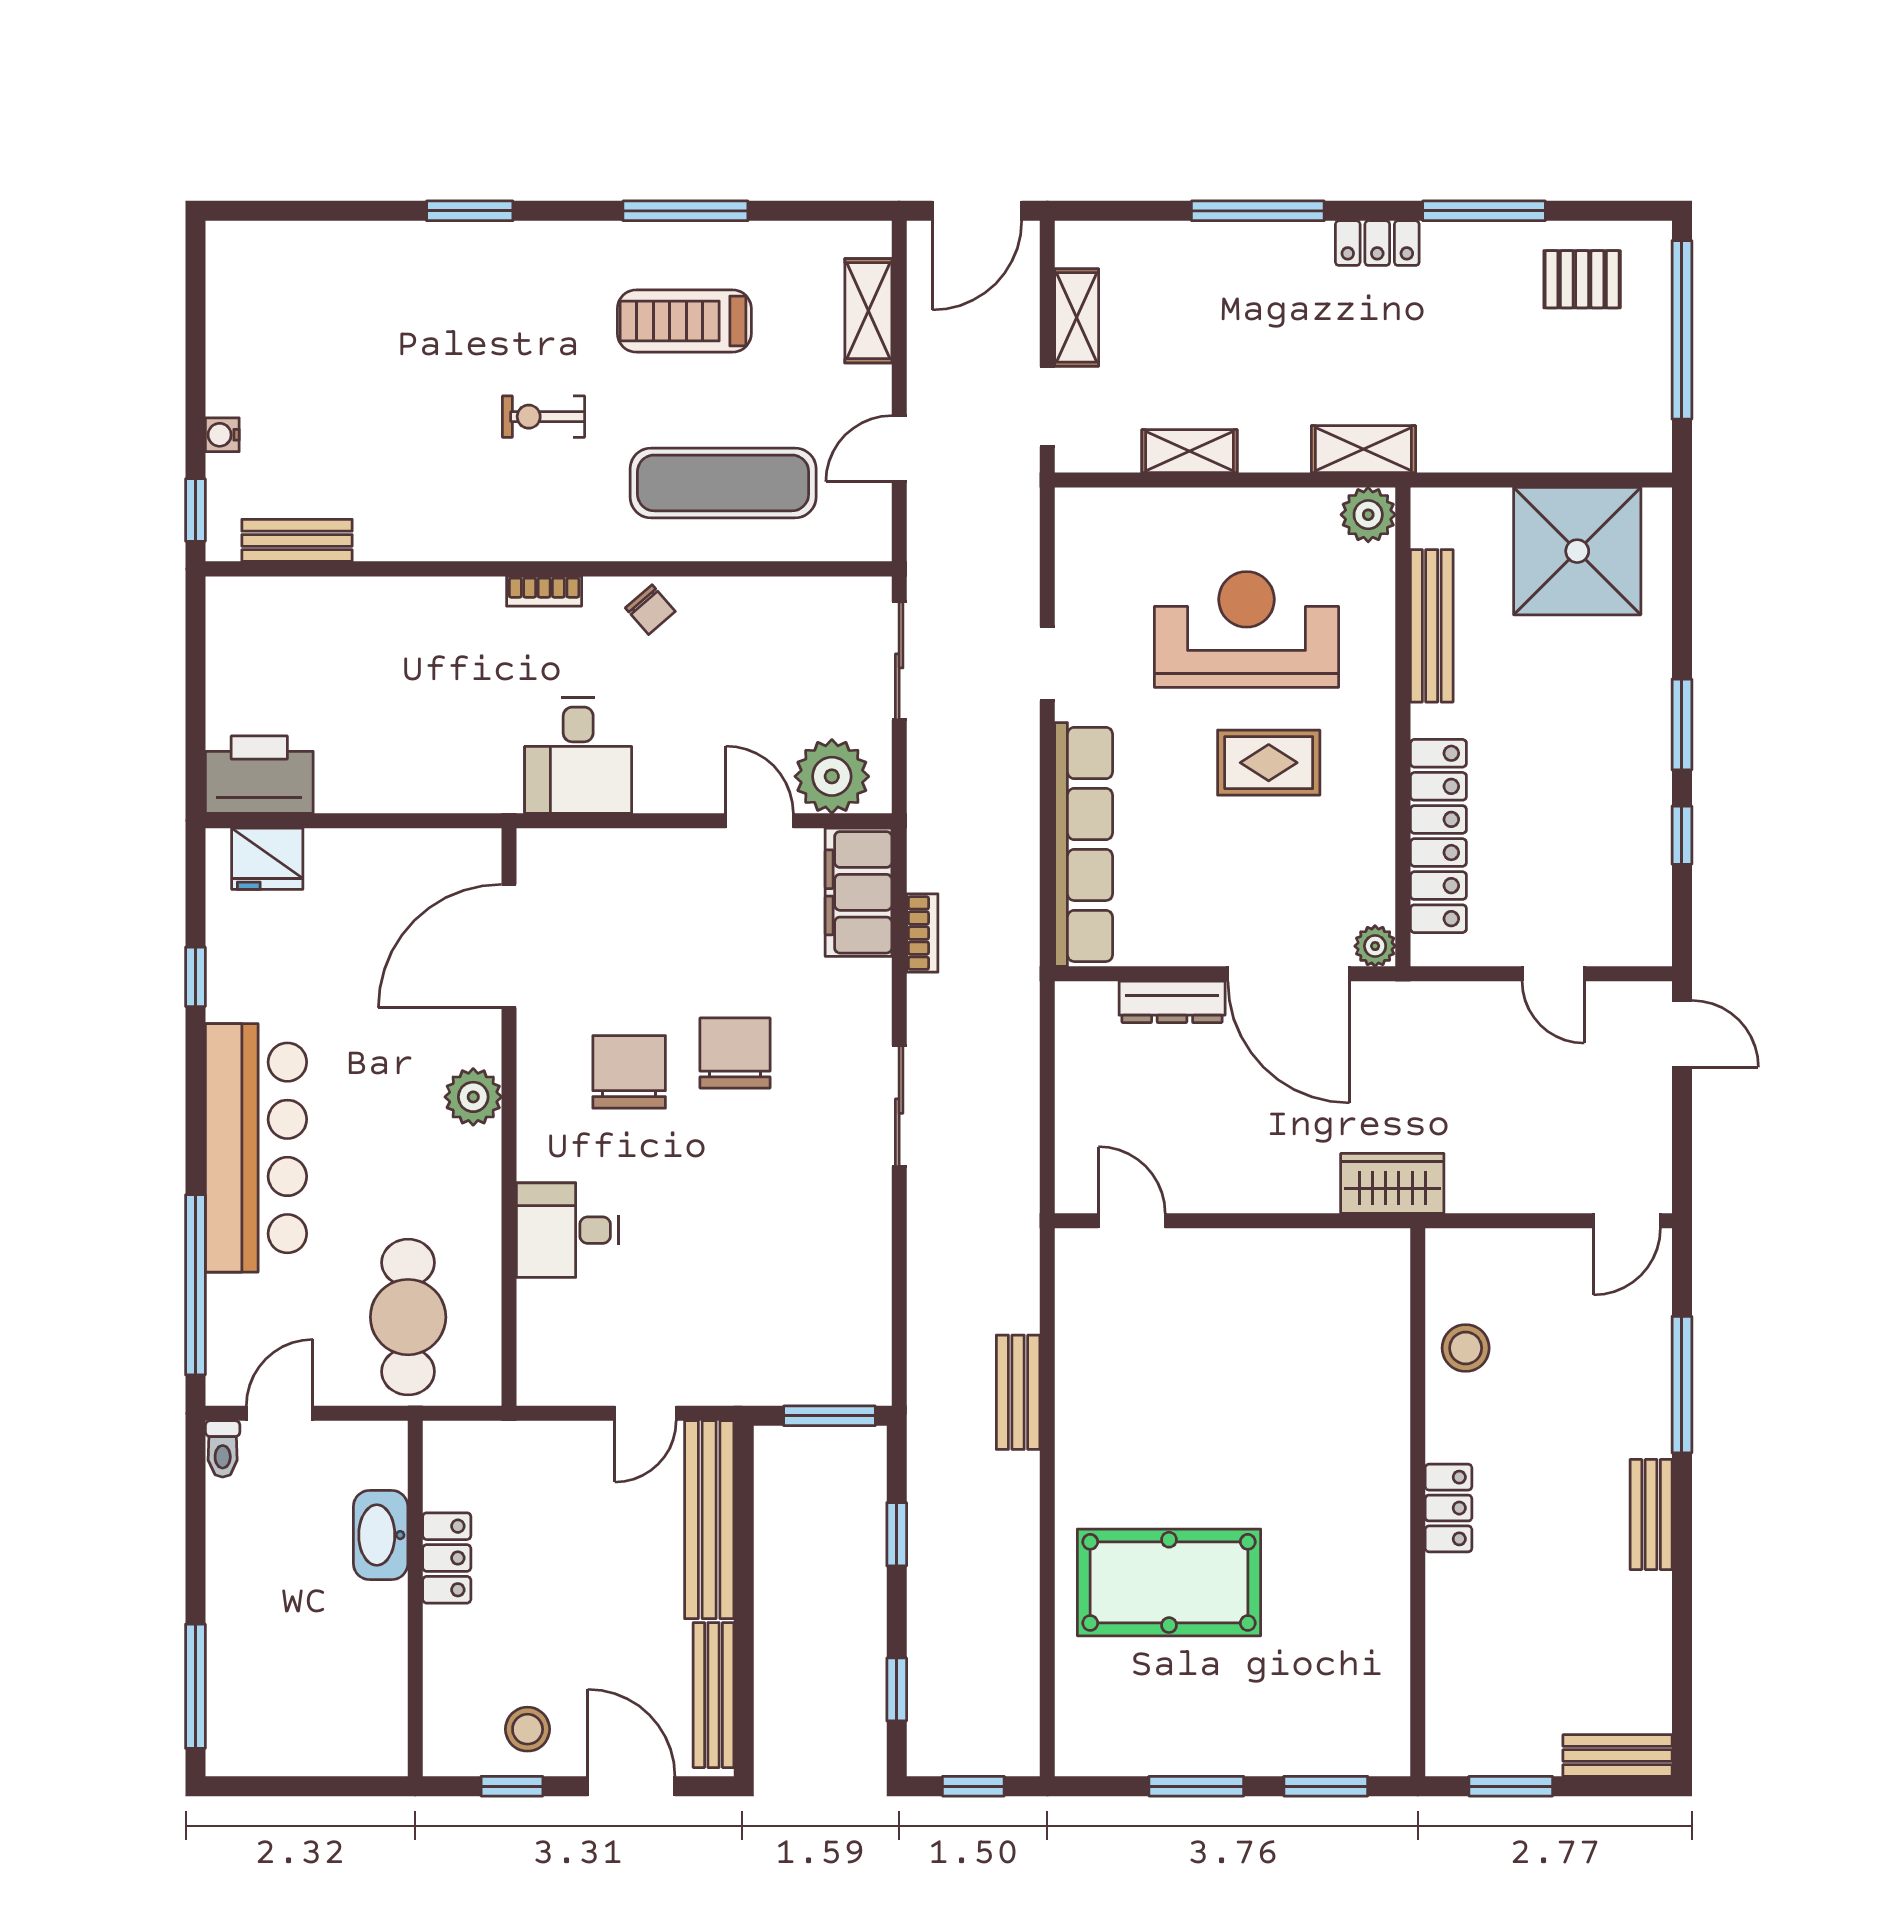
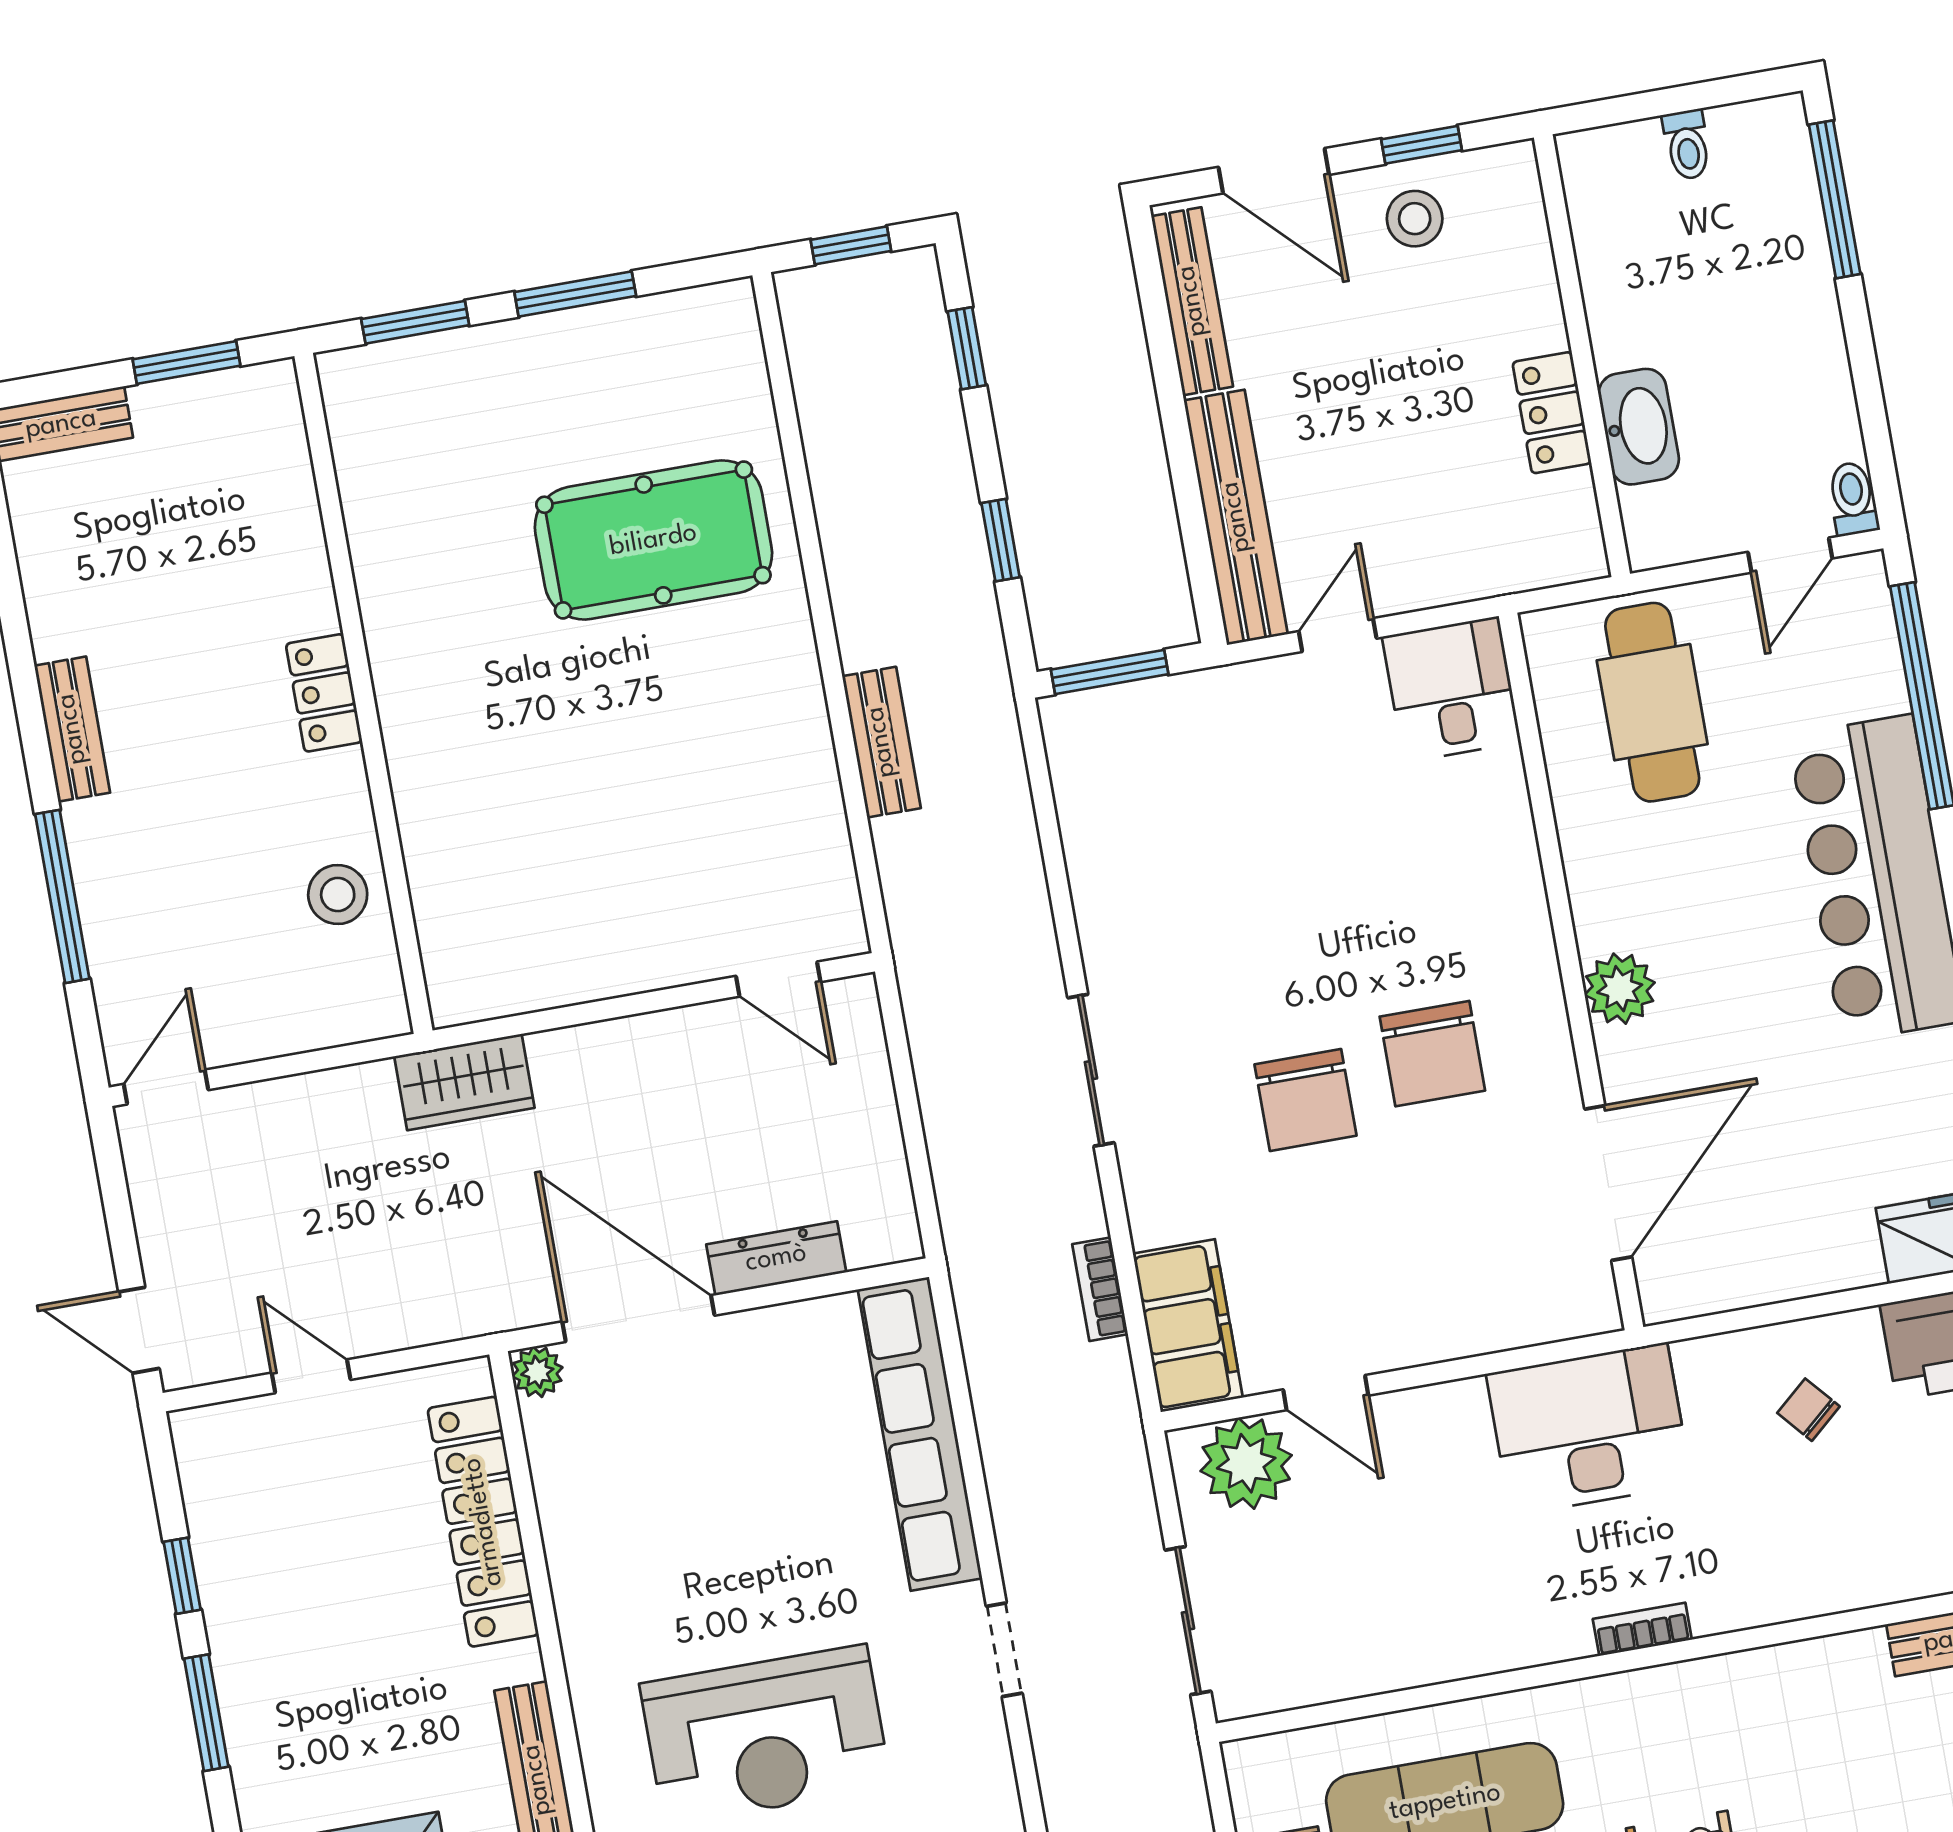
chair: (650, 610) -> (1808, 1410), moved
desk: (578, 756) -> (1589, 1429), width x1.37
rug: (1269, 763) -> (709, 1575), removed
desk: (568, 1230) -> (1451, 689), moved, turned -90
toilet: (304, 1750) -> (1687, 145), added

